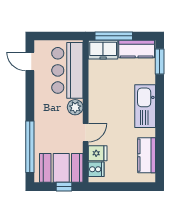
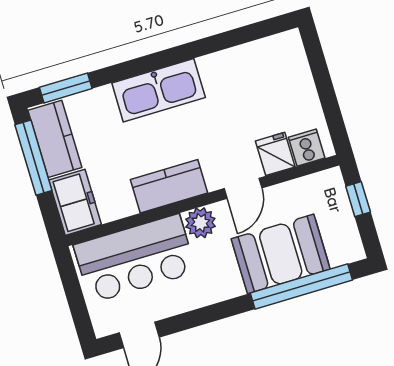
window: (114, 36) -> (33, 158), moved
door: (86, 133) -> (243, 188), swing flipped
kitchen counter: (147, 155) -> (169, 186), moved, turned 180
booth: (61, 168) -> (281, 254), moved, turned 90

